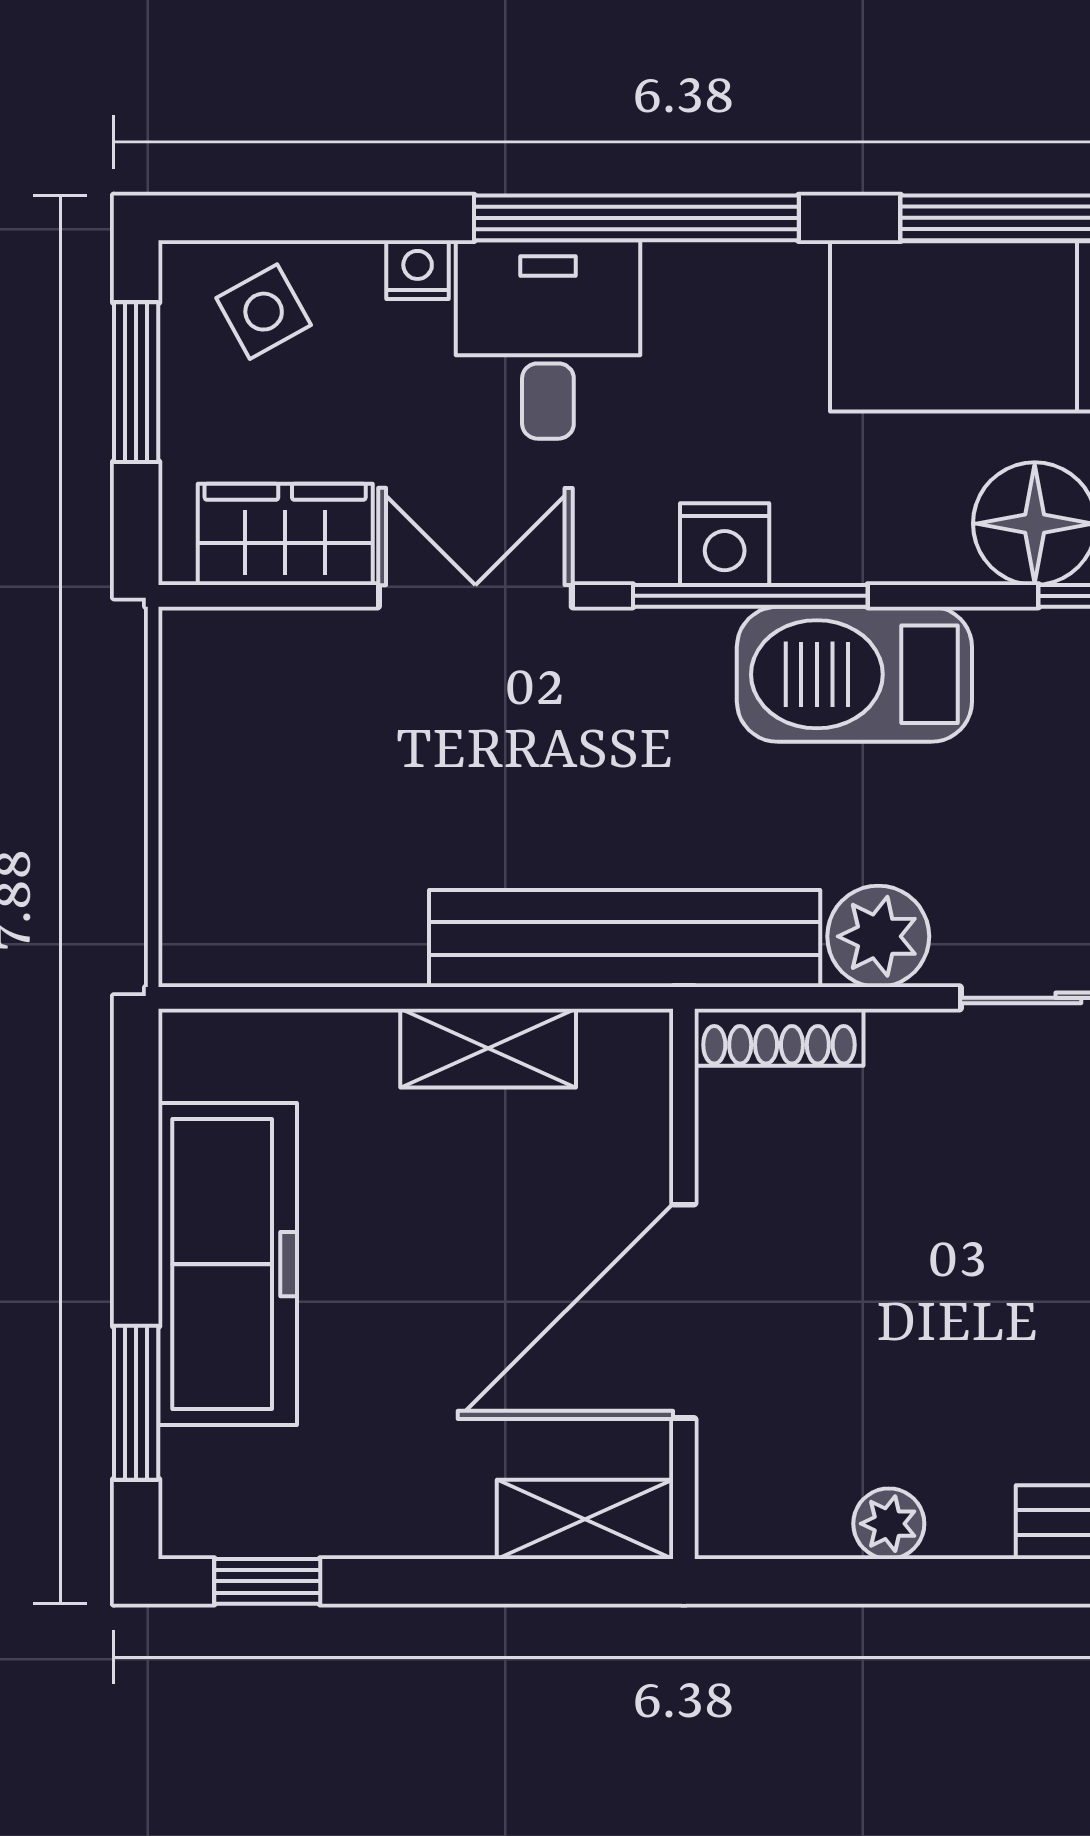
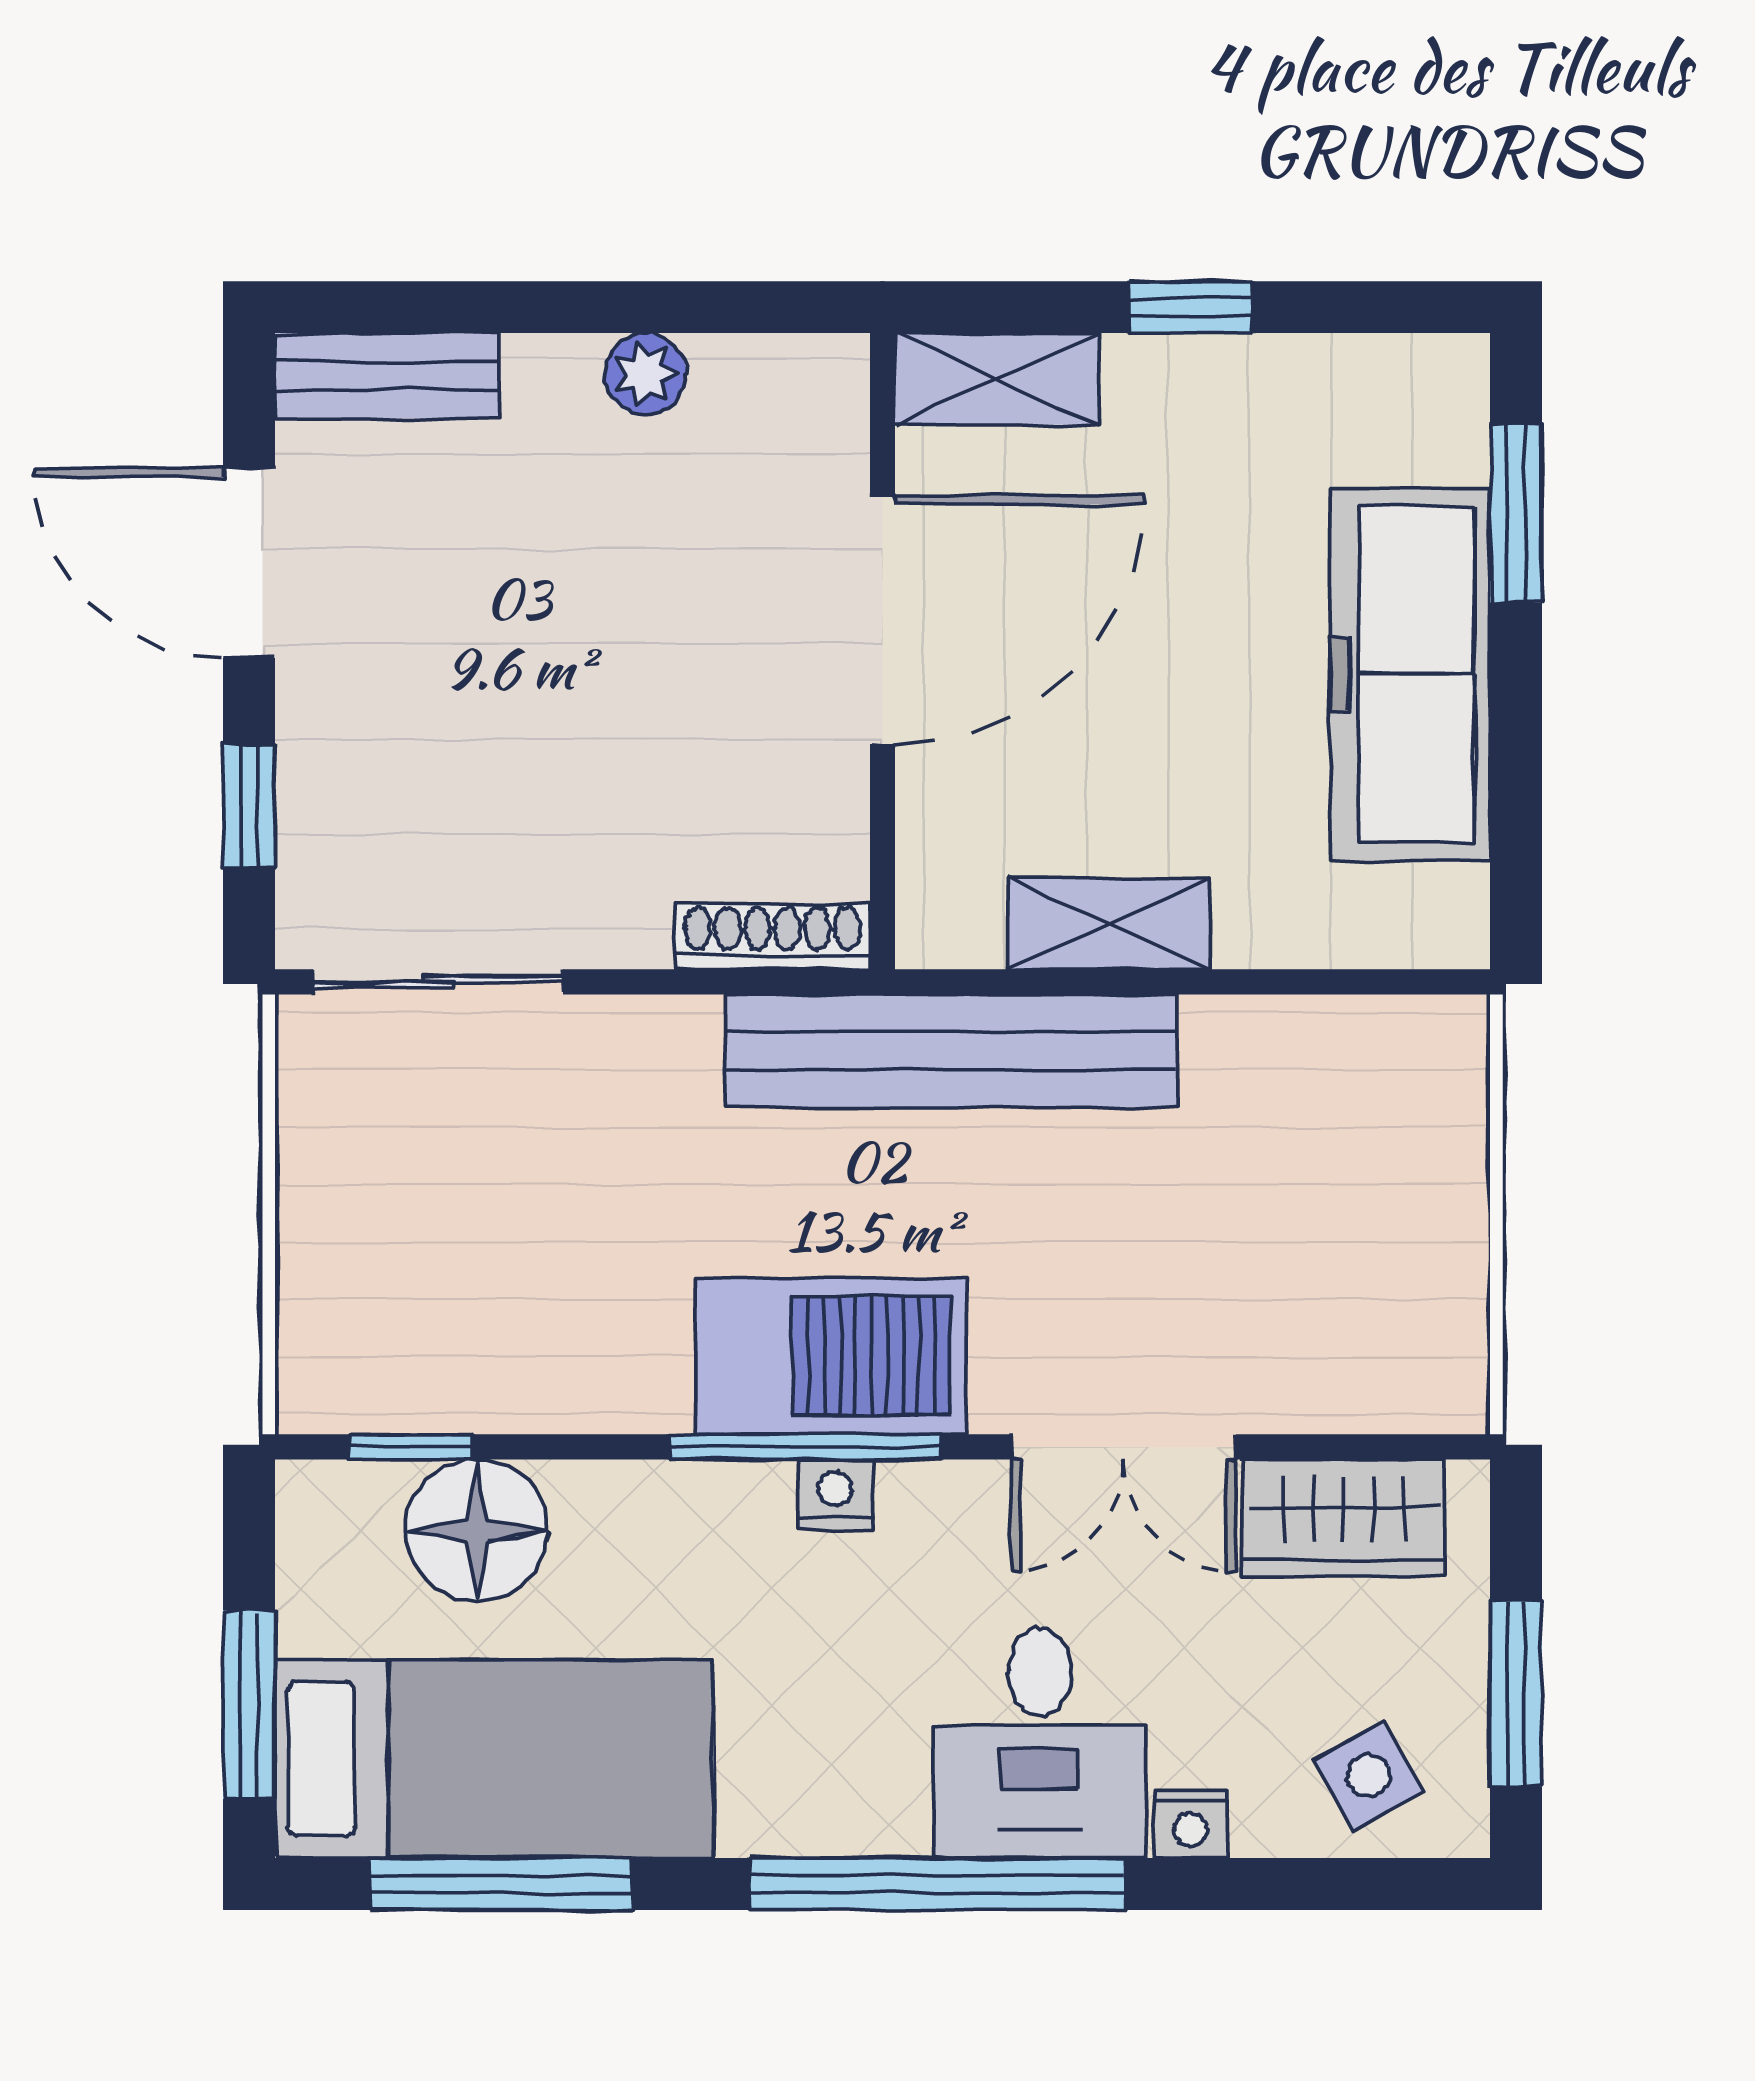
nightstand: (725, 544) -> (835, 1494), width x0.72, depth x0.74
barbecue: (854, 674) -> (831, 1356), moved
plant: (878, 936) -> (658, 1053), removed
window: (267, 1581) -> (1190, 307), moved

